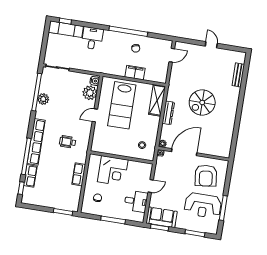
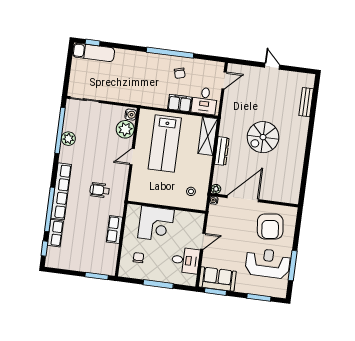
desk: (92, 38) -> (205, 101), moved, turned 180
reception desk: (203, 206) -> (268, 263), turned 180

